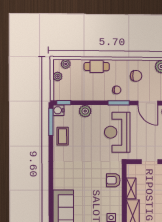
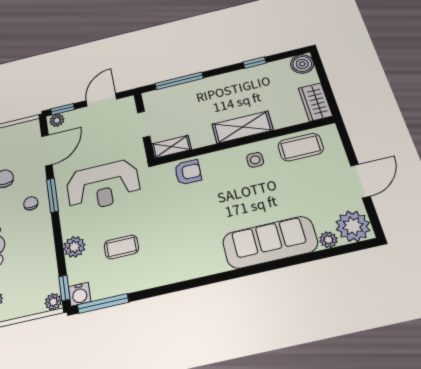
plant: (58, 76) -> (53, 302), moved
coffee table: (63, 136) -> (121, 247), moved
armchair: (113, 180) -> (188, 172), turned -89
shelving: (131, 188) -> (171, 147), moved

